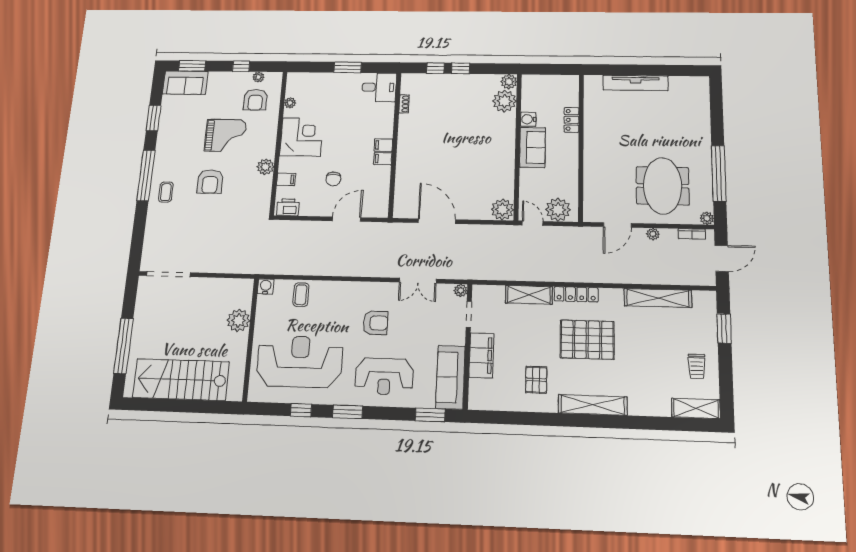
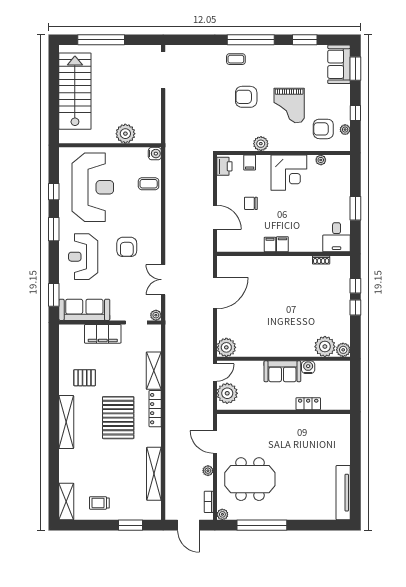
tv unit: (636, 83) -> (343, 493), moved

